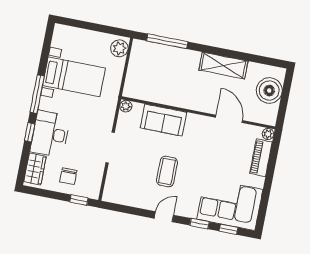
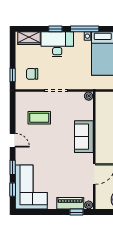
sofa: (163, 120) -> (84, 137), moved
window: (274, 152) -> (77, 212), added
coffee table: (167, 171) -> (39, 118), moved
chair: (68, 176) -> (32, 74), moved

